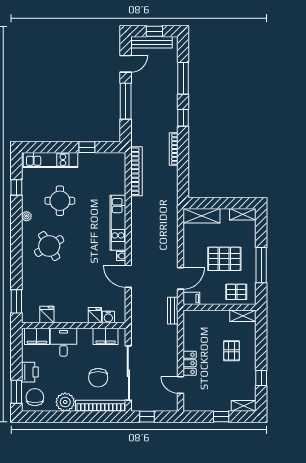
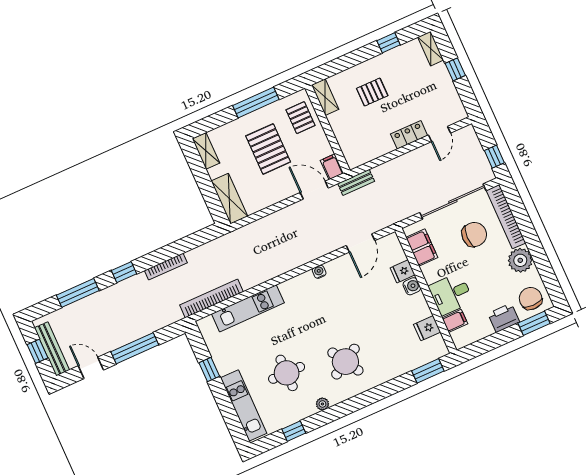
kitchen unit: (118, 223) -> (248, 308), moved
door: (128, 276) -> (360, 243), moved
water cooler: (108, 317) -> (412, 286), moved
filing cabinet: (37, 336) -> (455, 321), width x0.50
chair: (35, 397) -> (531, 299), turned 90

